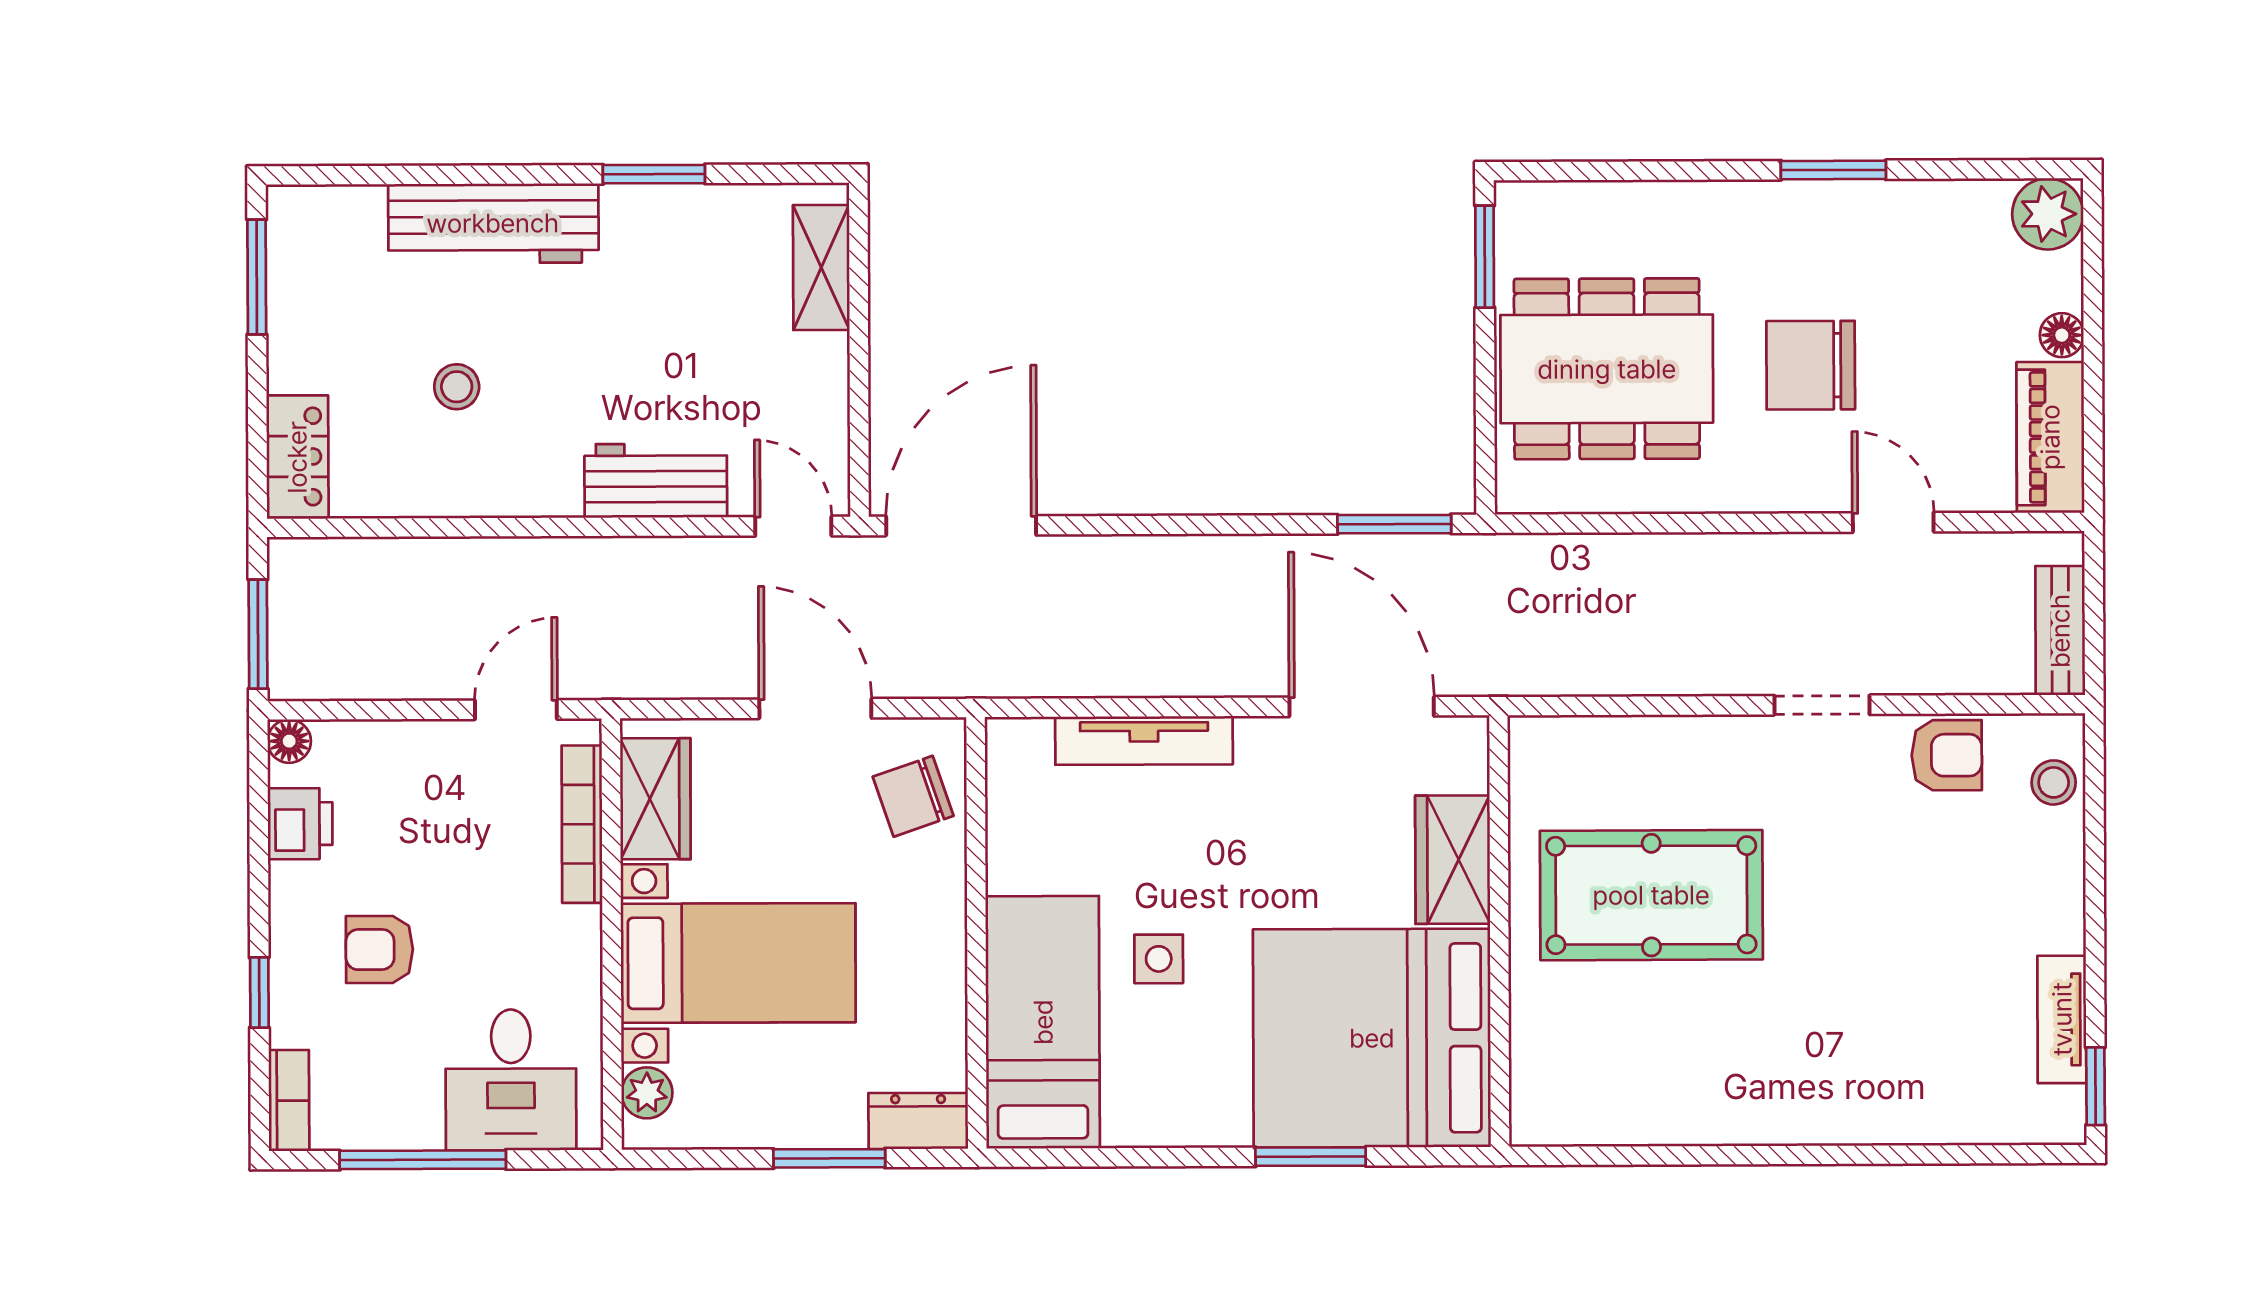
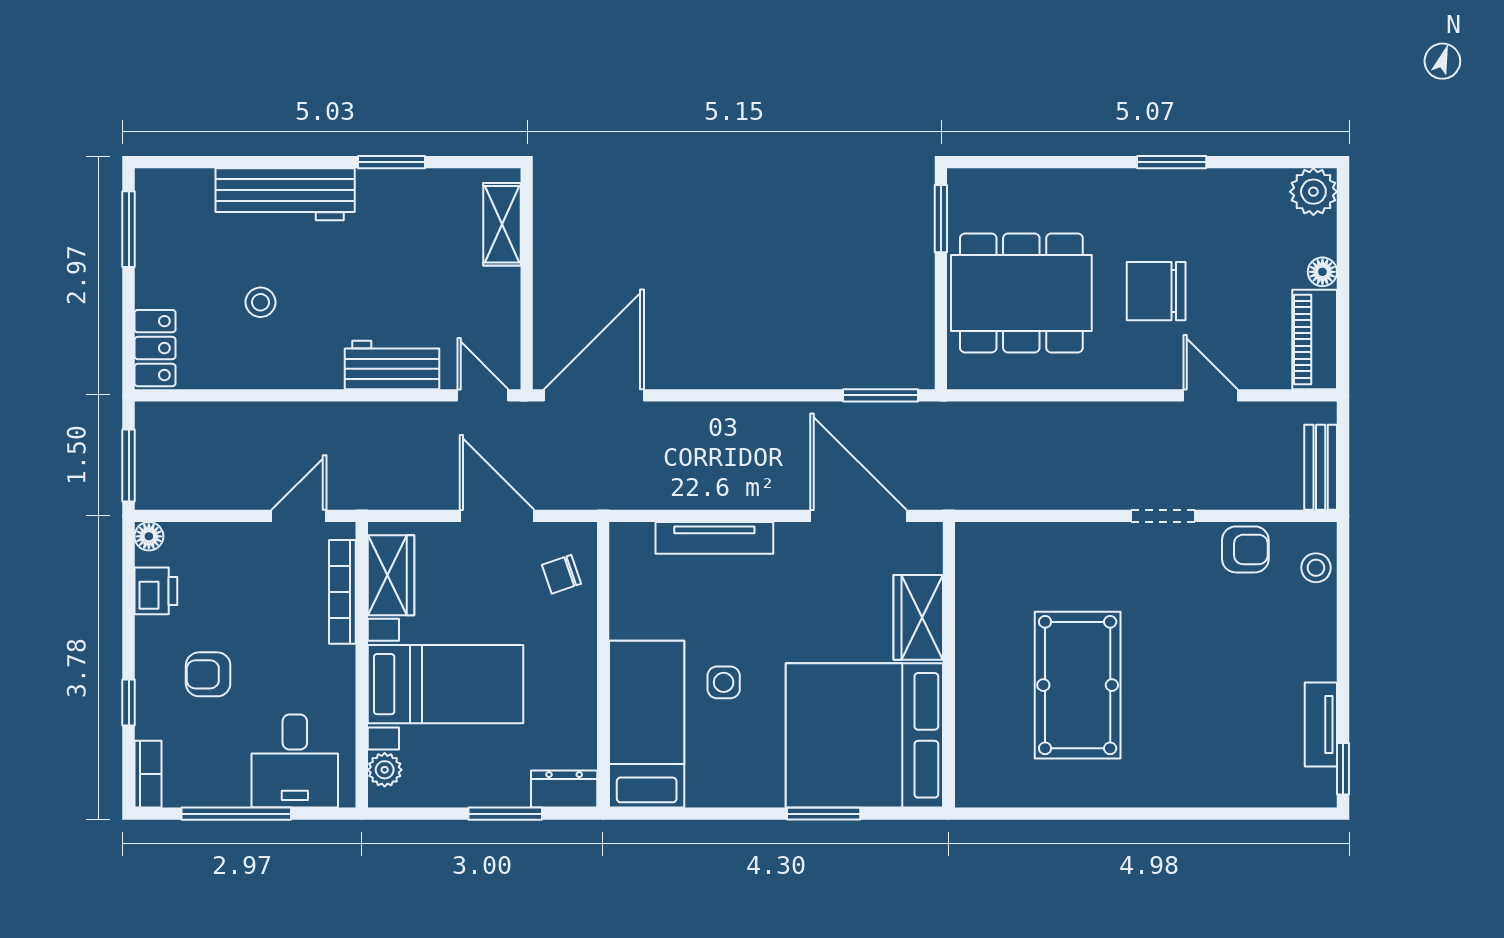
chair: (913, 796) -> (561, 574), width x0.73, depth x0.73
pool table: (1651, 895) -> (1078, 685), moved, turned 90

